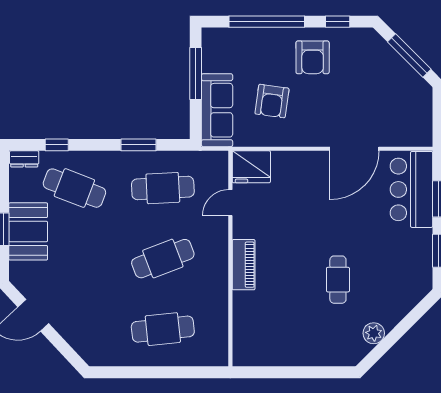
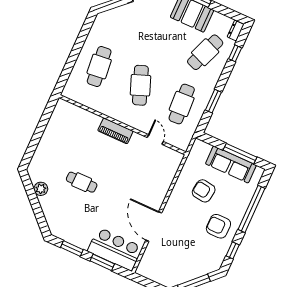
sofa: (217, 110) -> (231, 165), moved
fridge: (251, 167) -> (171, 161), removed

